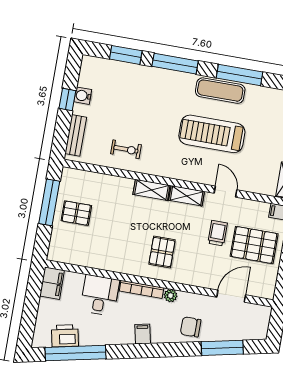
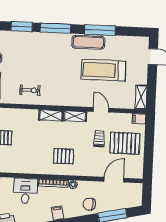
treadmill: (212, 134) -> (103, 70), moved
pallet: (162, 252) -> (63, 156), turned 90

